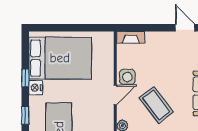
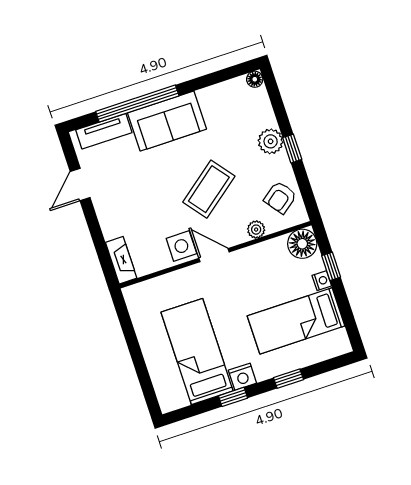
bed: (60, 58) -> (197, 352), width x0.67

